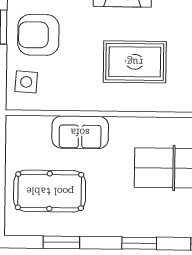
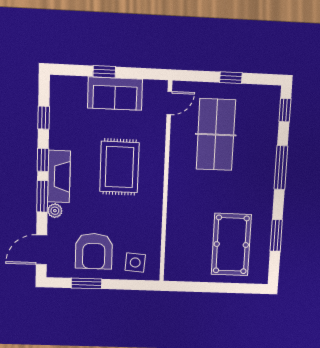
sofa: (80, 132) -> (181, 217), removed
window: (139, 243) -> (281, 168), width x1.44

